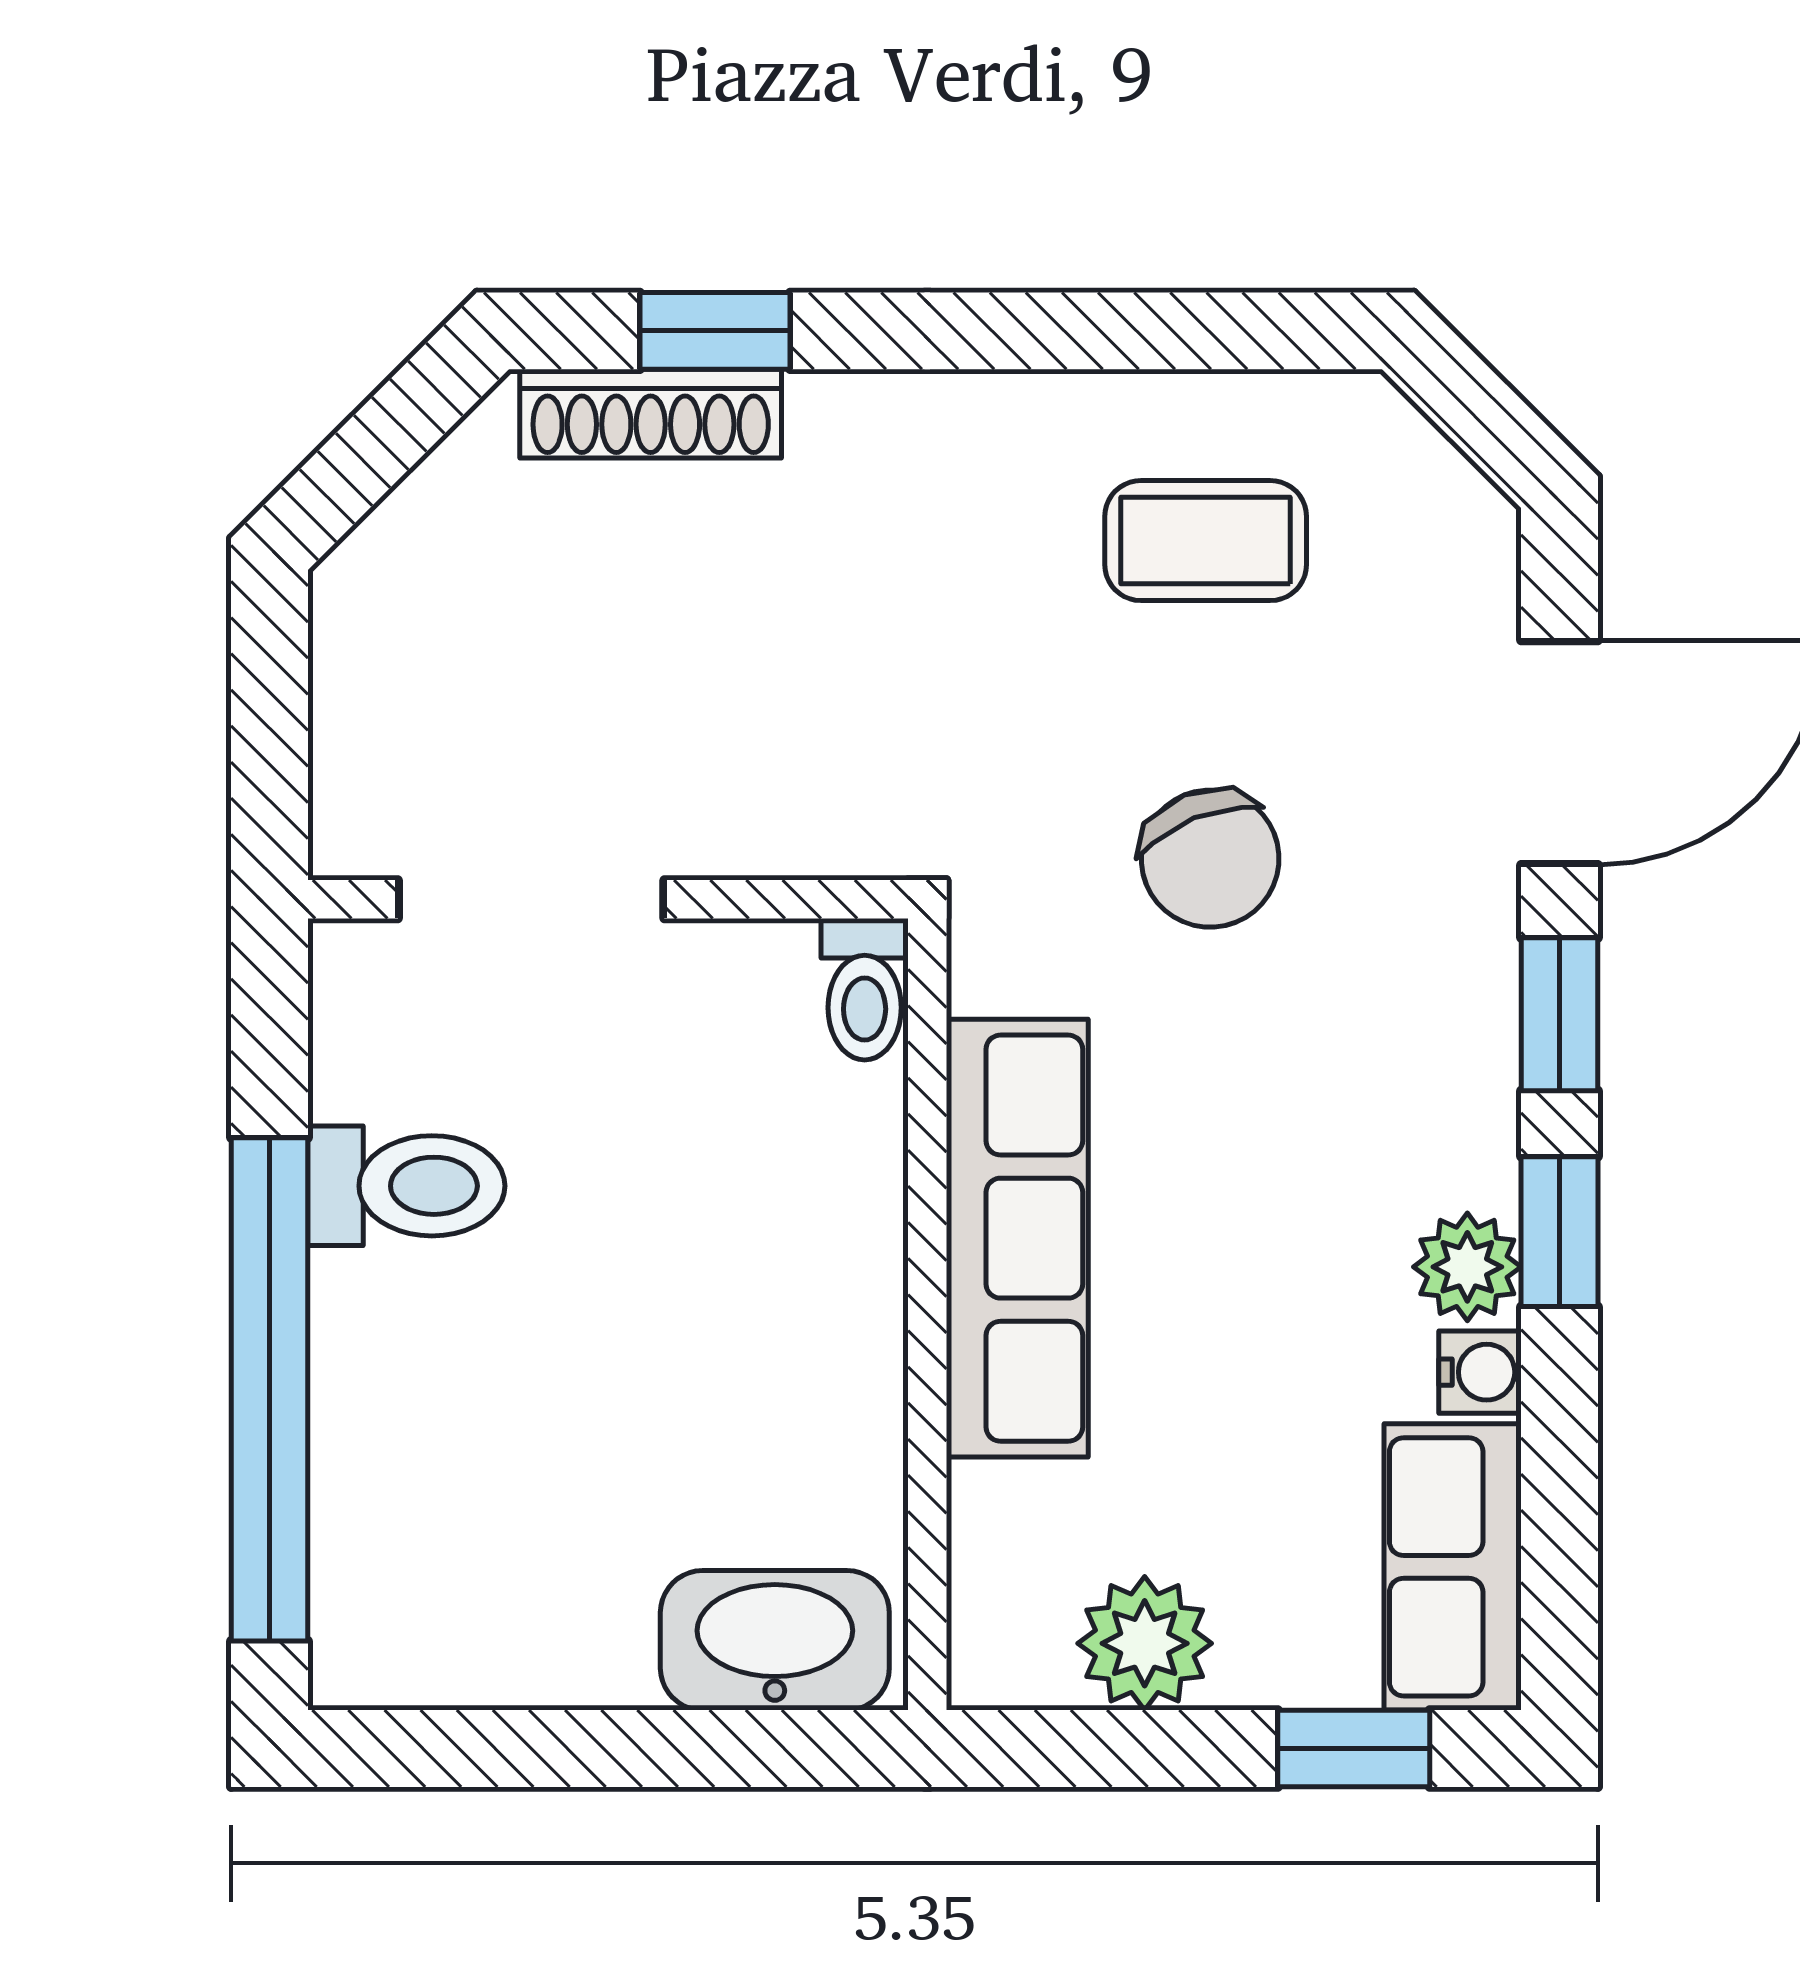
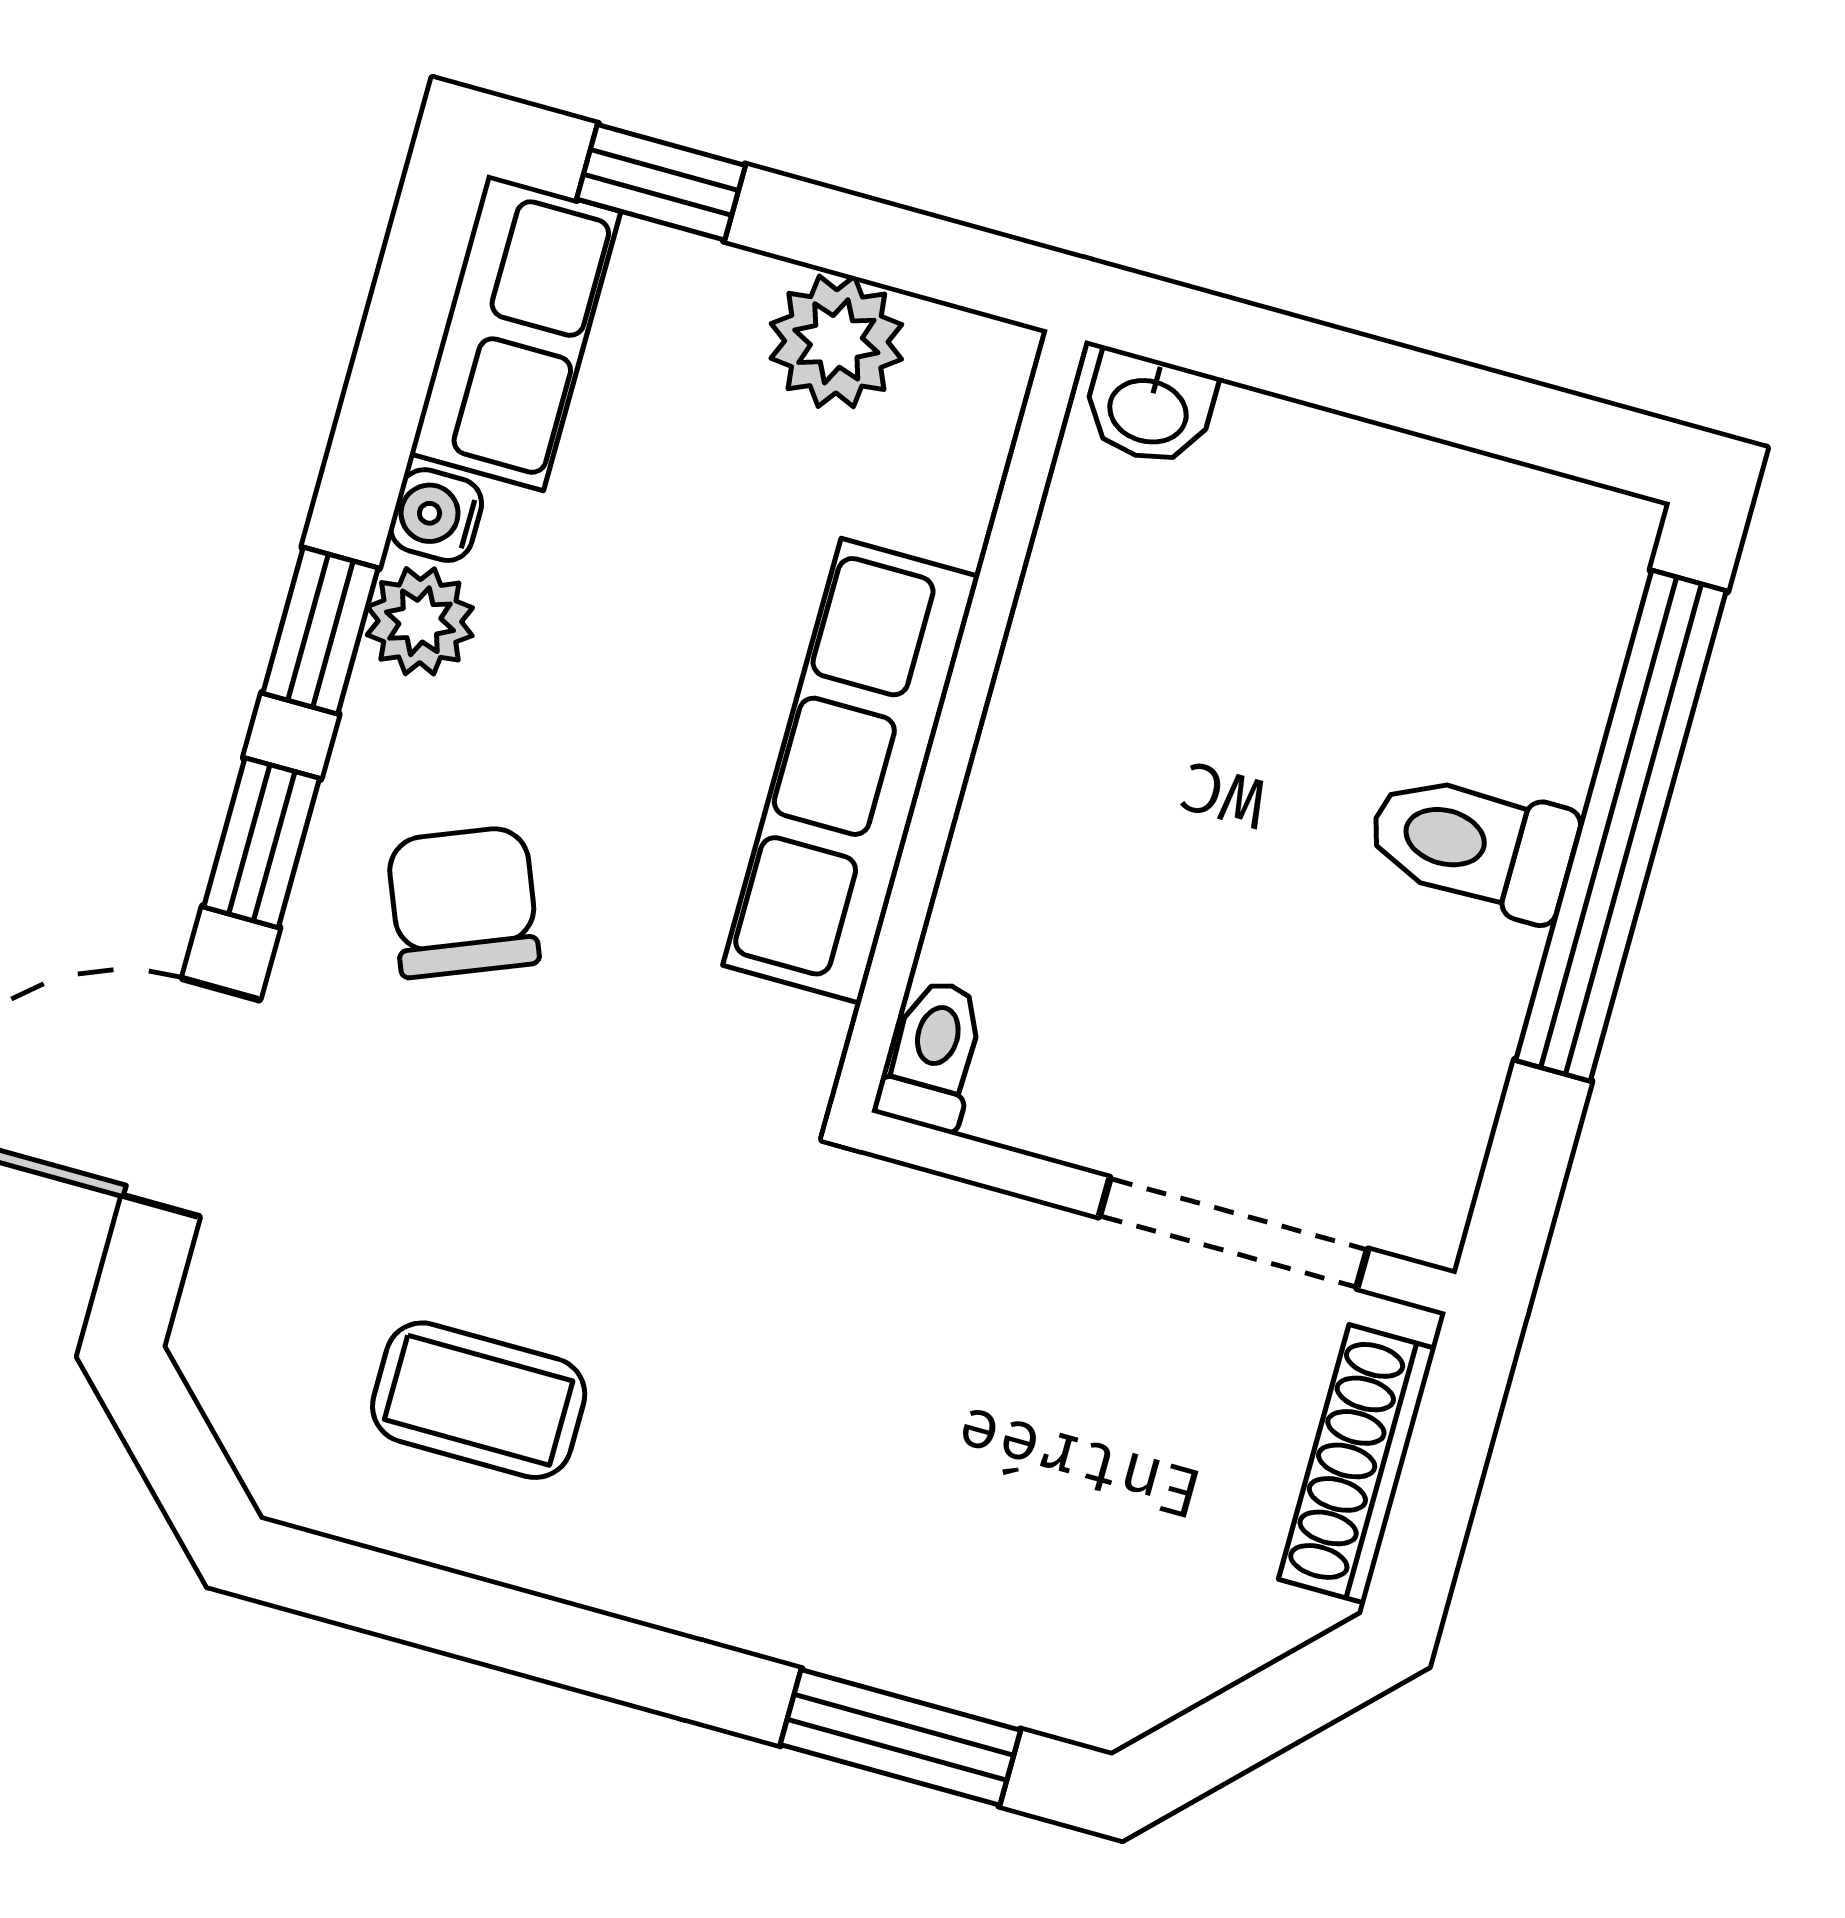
window: (715, 331) -> (900, 1737), width x1.50
shoe rack: (651, 414) -> (1357, 1464), moved, turned -90
chair: (1210, 859) -> (463, 902), moved
toilet: (406, 1186) -> (1472, 845), moved
washbasin: (775, 1640) -> (1149, 408), width x0.52, depth x0.69

